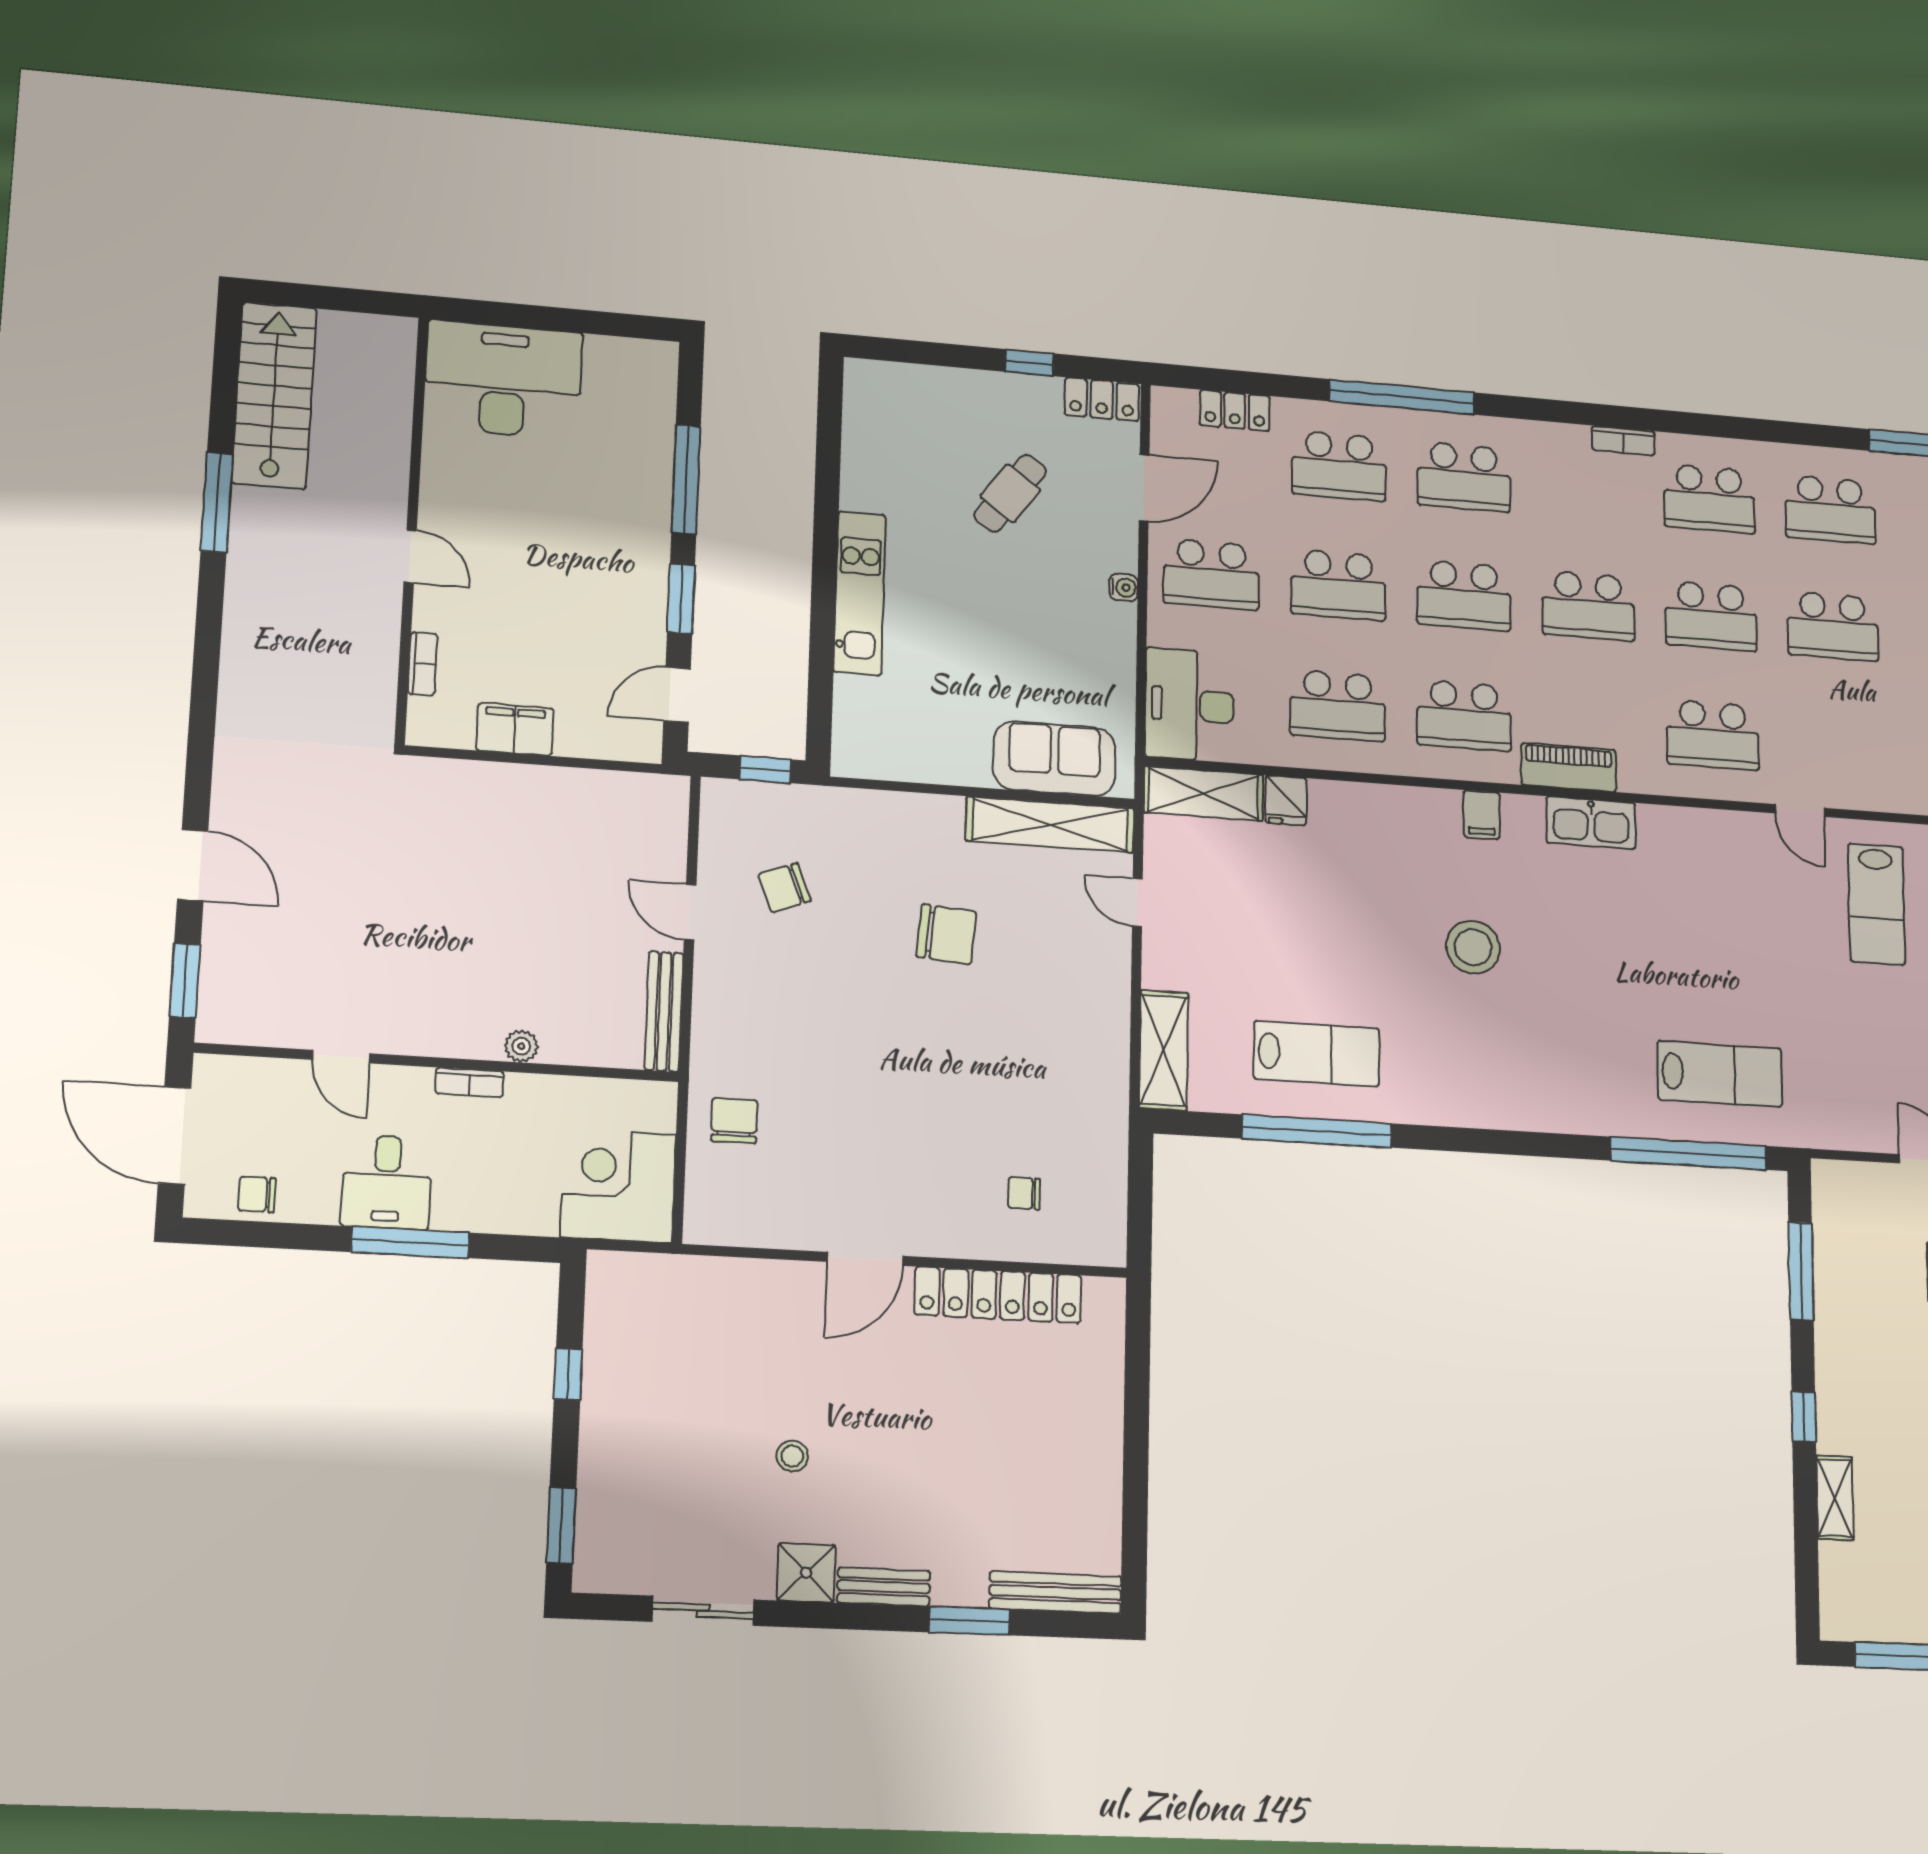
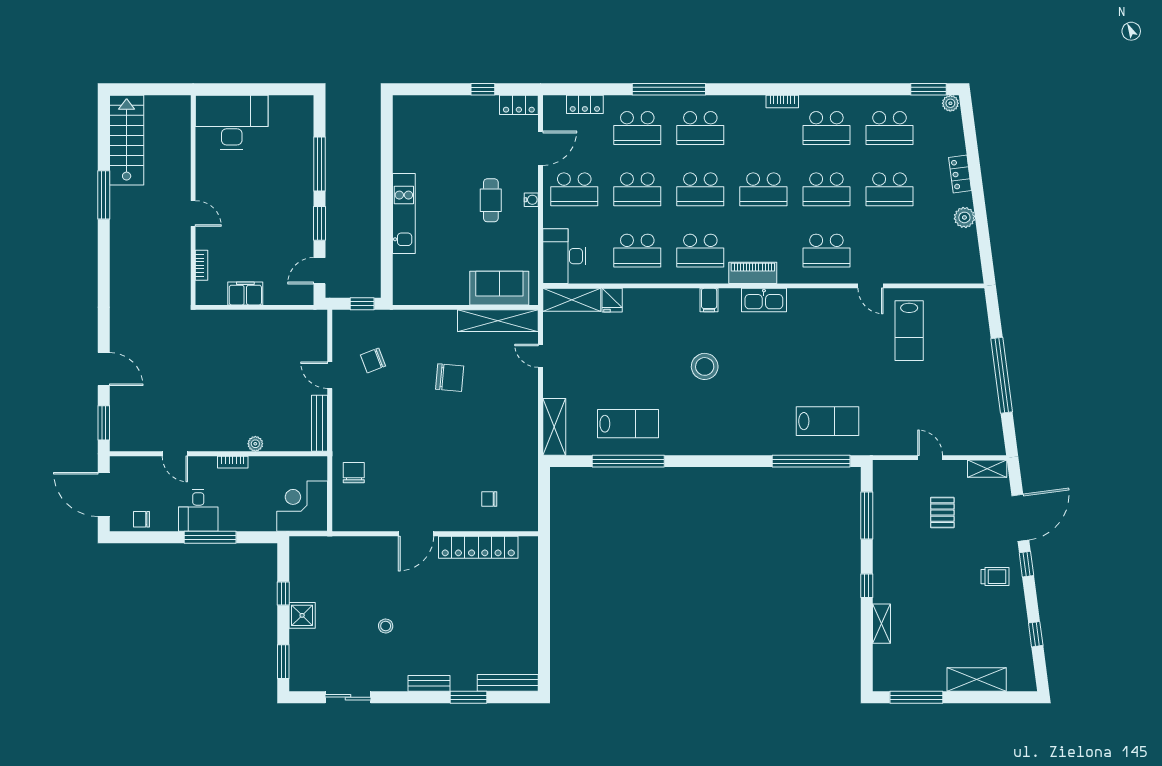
cafe table: (1010, 493) -> (491, 200), moved, turned -36
shower: (806, 1573) -> (302, 615), moved

